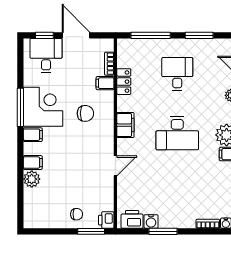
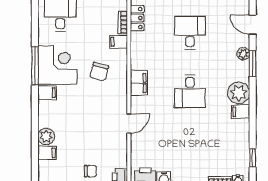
locker: (124, 82) -> (137, 18), moved
chair: (85, 113) -> (99, 72), turned 105
desk: (177, 133) -> (190, 91), width x0.73
filing cabinet: (33, 163) -> (47, 153), moved

